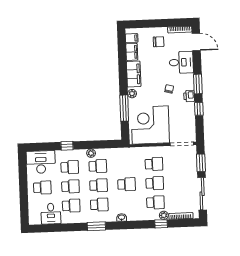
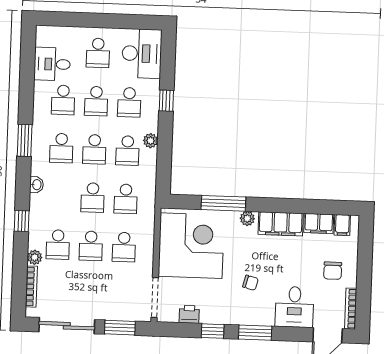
printer: (189, 96) -> (189, 314), moved
school desk: (126, 165) -> (126, 199), added
window: (161, 224) -> (22, 221), moved

